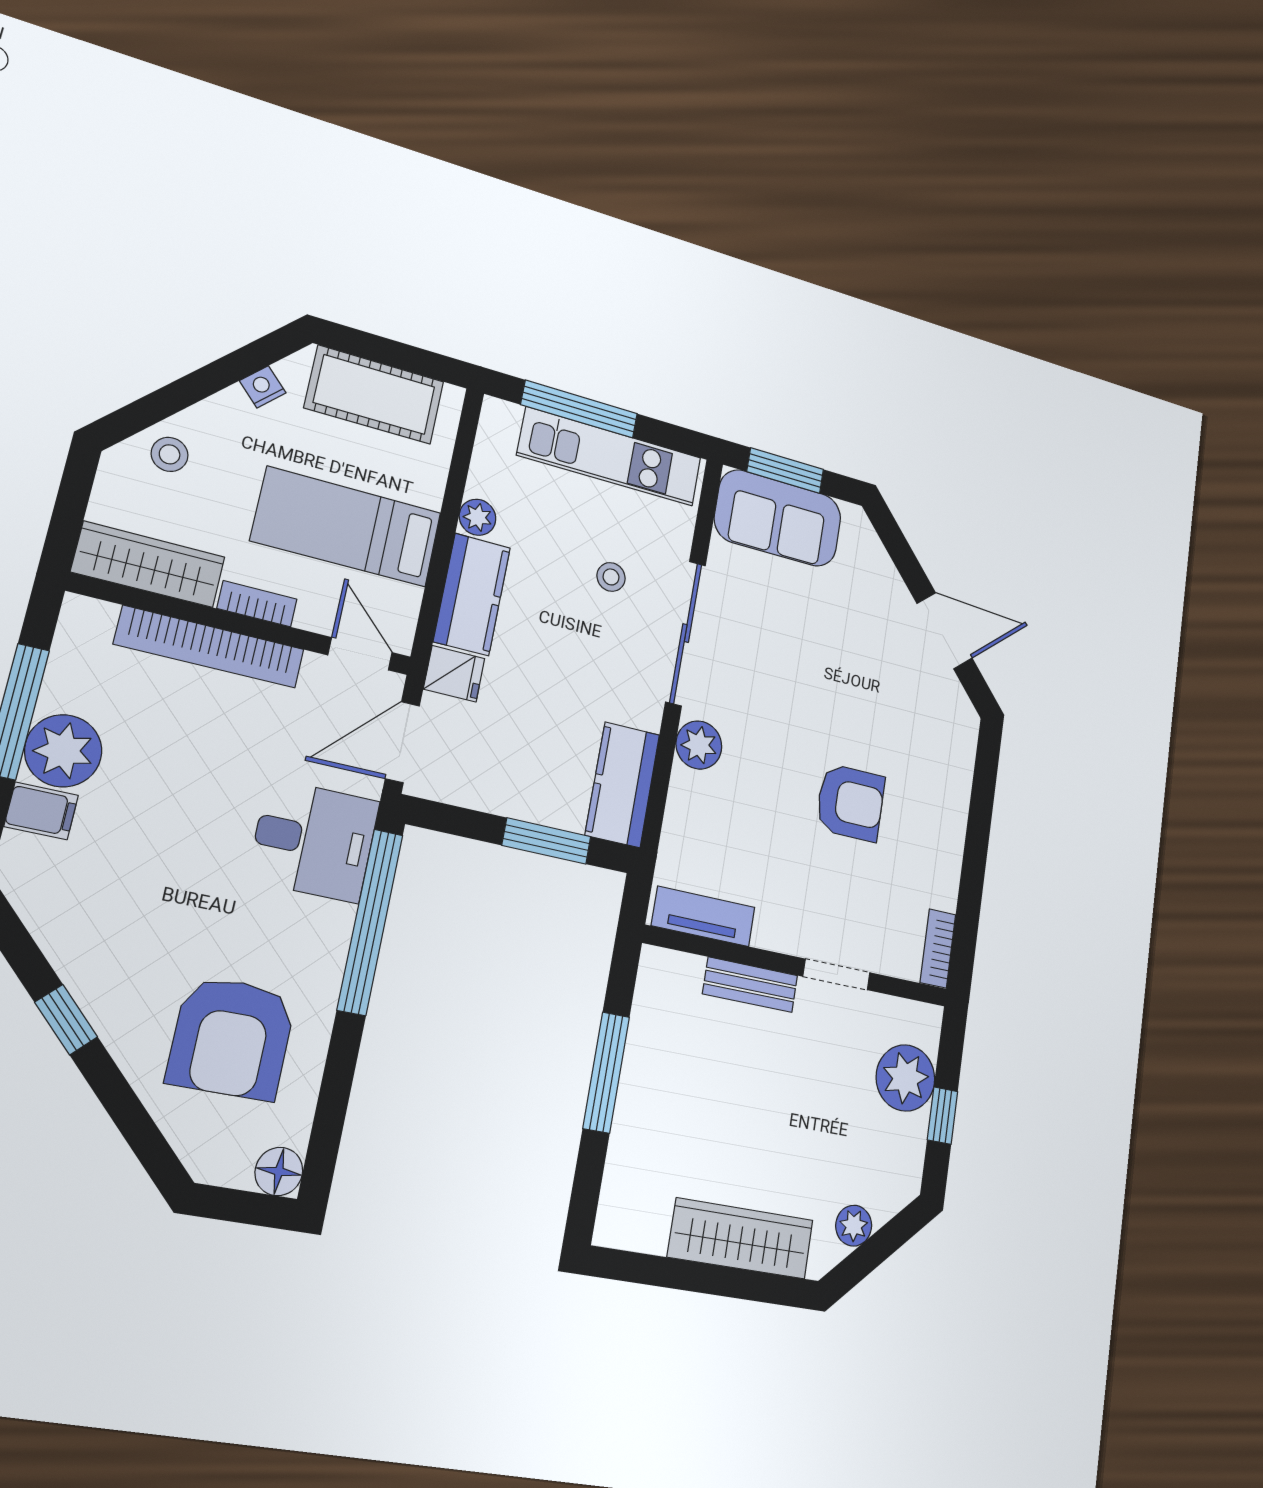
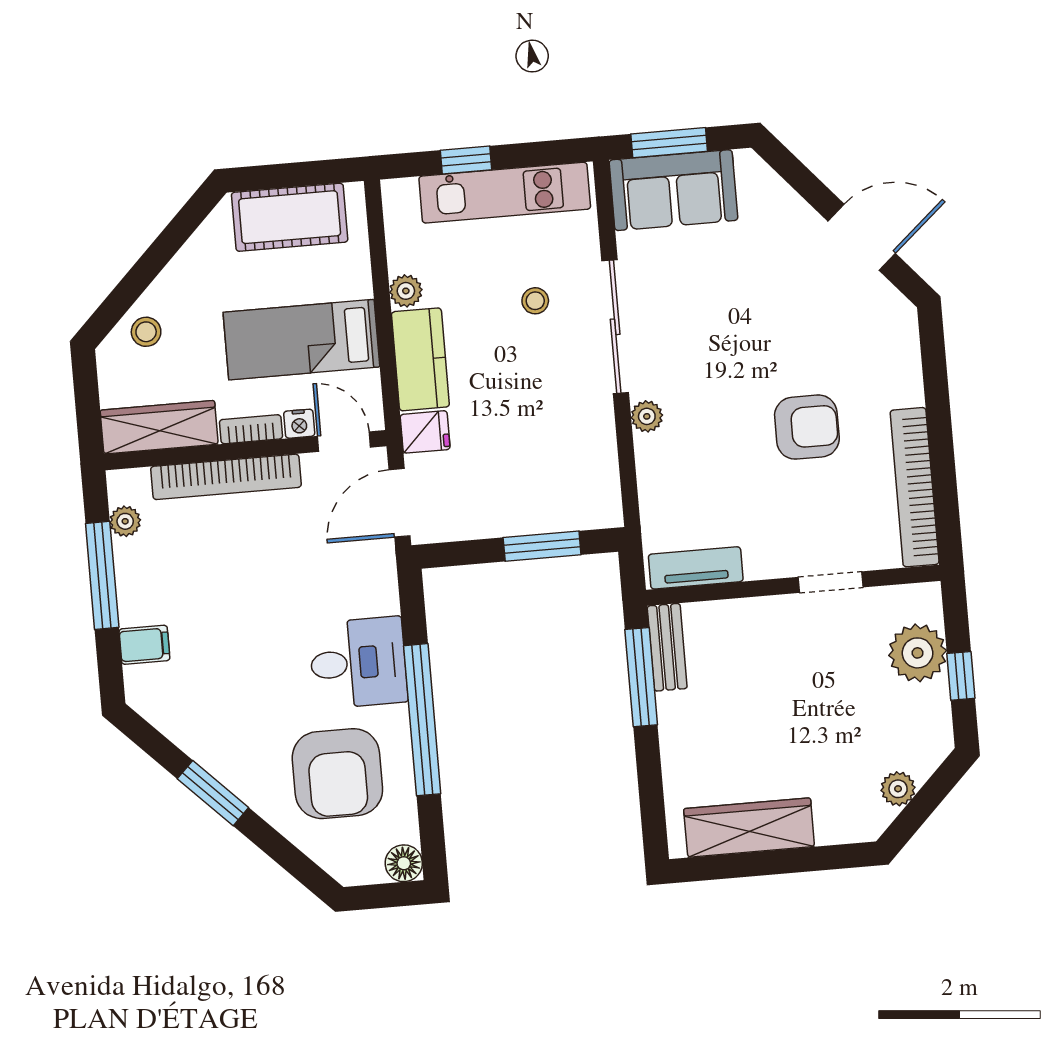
nightstand: (263, 387) -> (299, 424), moved, turned -135
window: (579, 409) -> (466, 160), width x0.46
plant: (699, 745) -> (647, 416), width x0.73, depth x0.73
plant: (63, 751) -> (125, 521), moved, width x0.53, depth x0.53
kitchen counter: (622, 785) -> (594, 478), removed
desk: (314, 841) -> (358, 663), moved
window: (370, 922) -> (422, 720), moved
bookcase: (938, 948) -> (915, 487), width x2.31, depth x1.31
bench: (750, 985) -> (667, 647), moved, turned 90
window: (66, 1020) -> (213, 793), width x1.50
window: (606, 1072) -> (641, 677), moved
wardrobe: (741, 1238) -> (749, 828), moved

